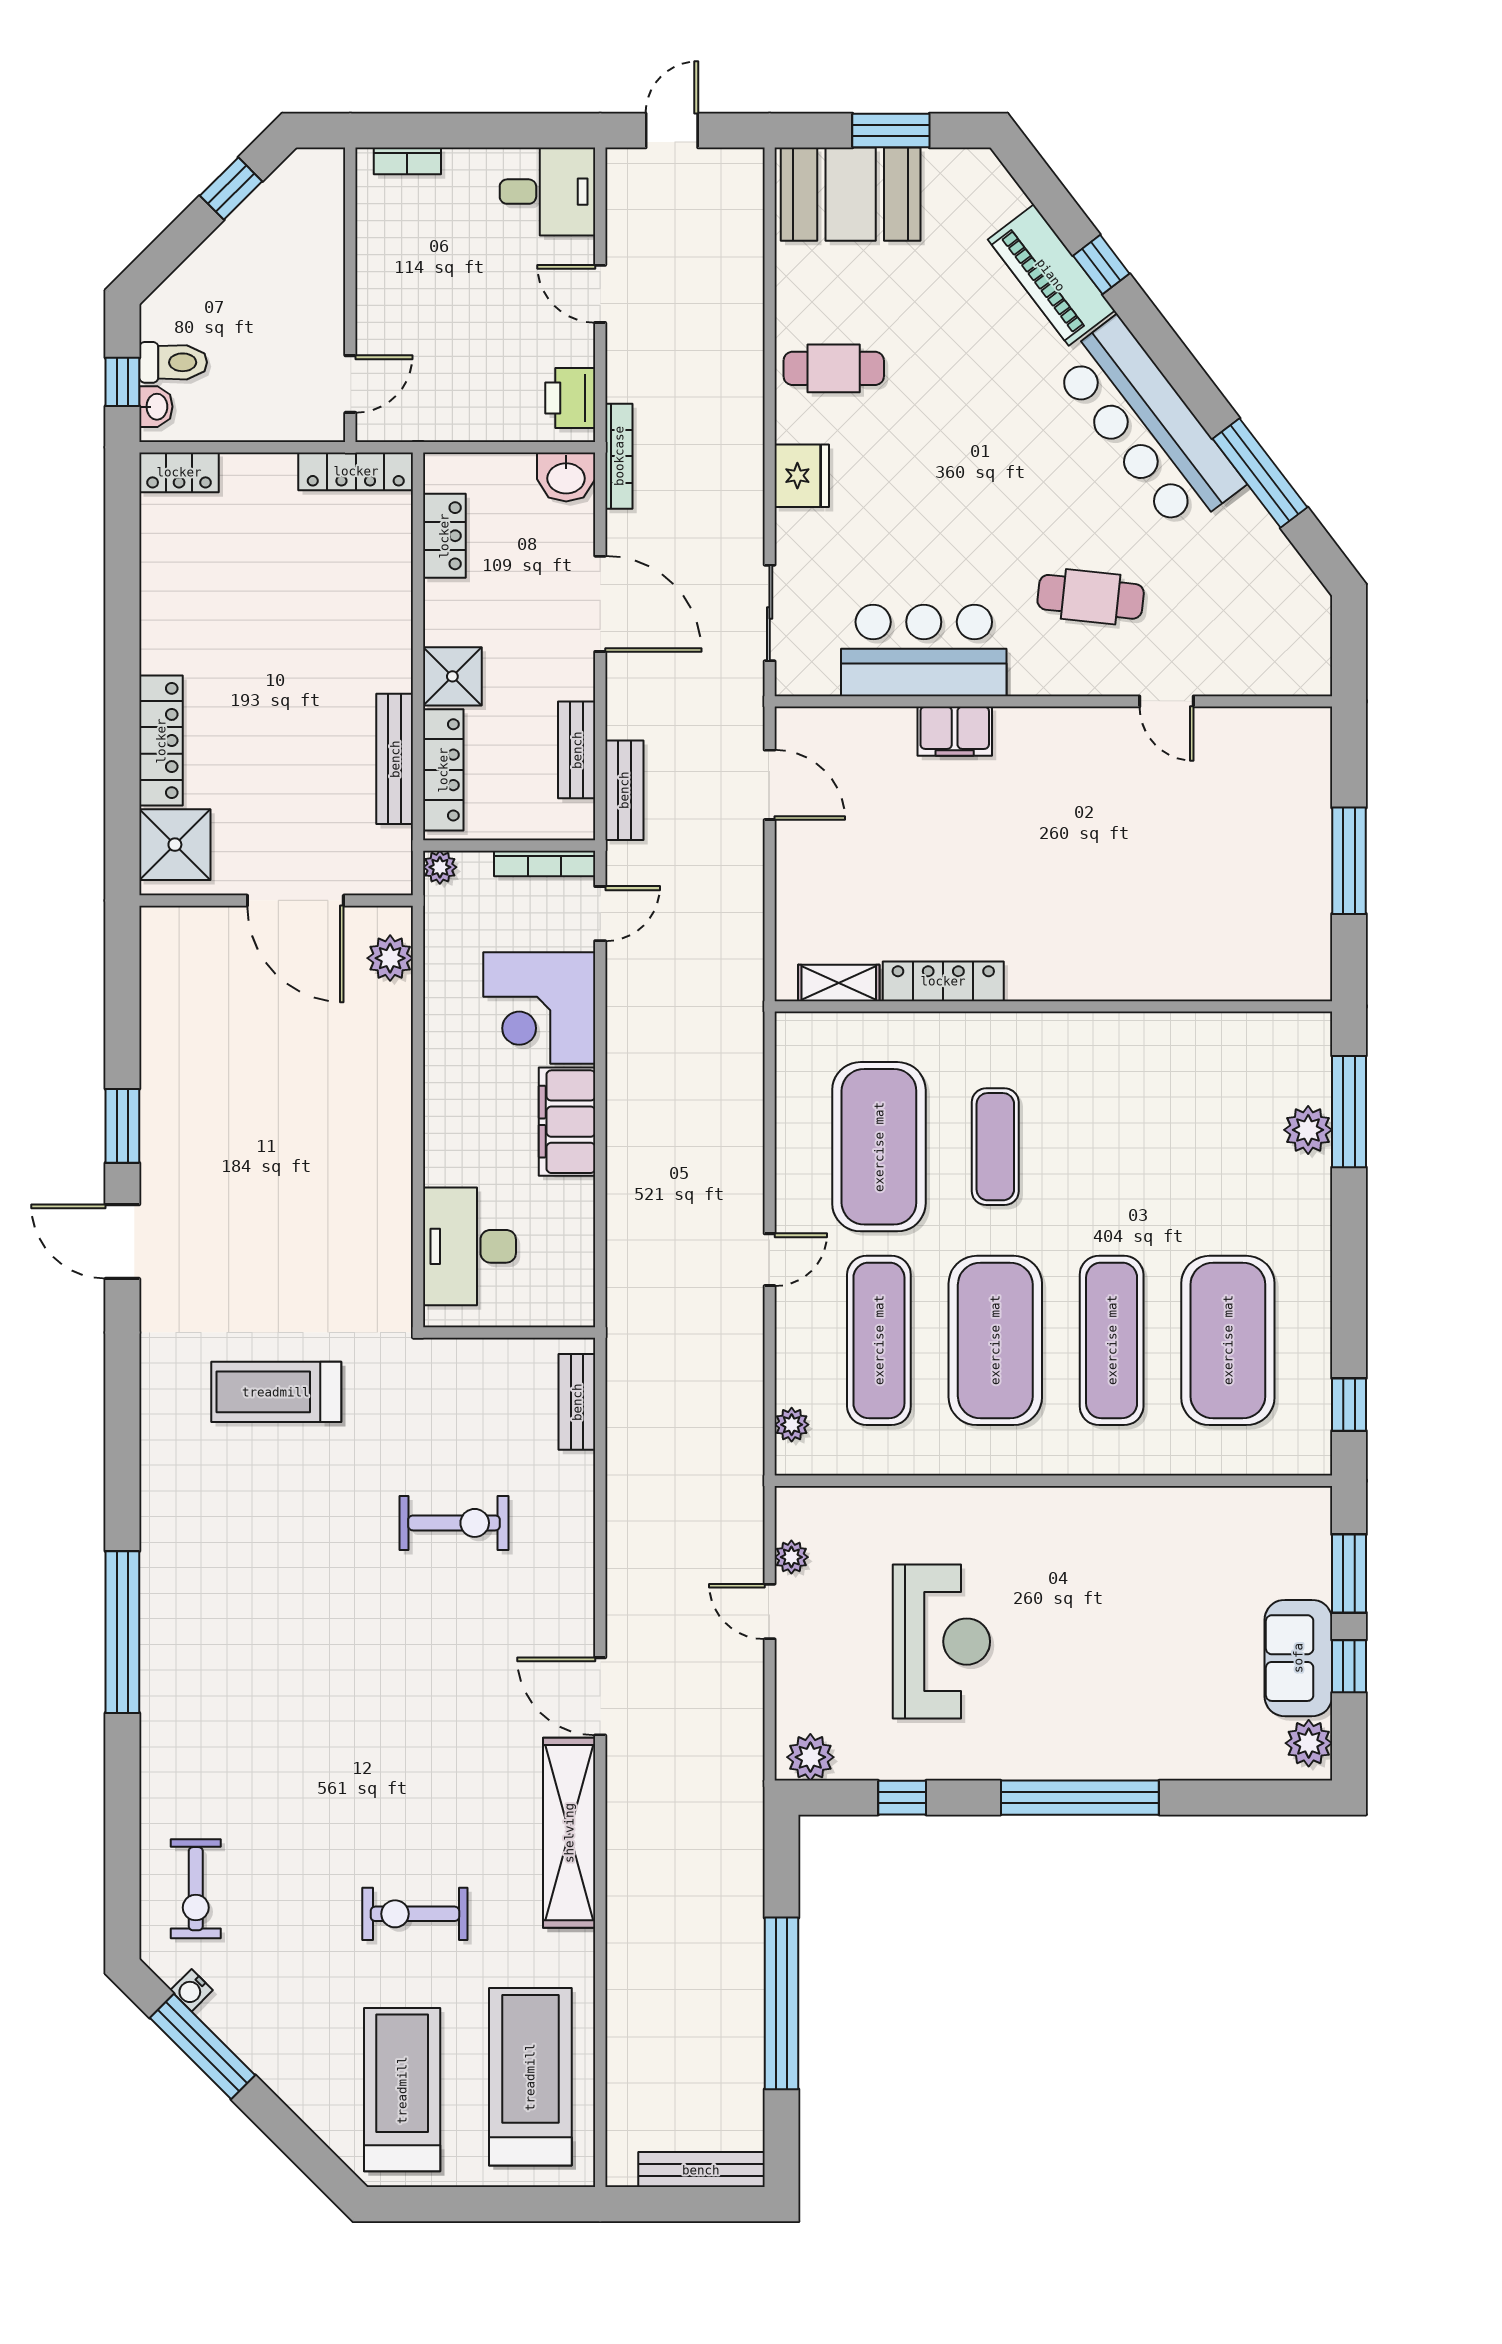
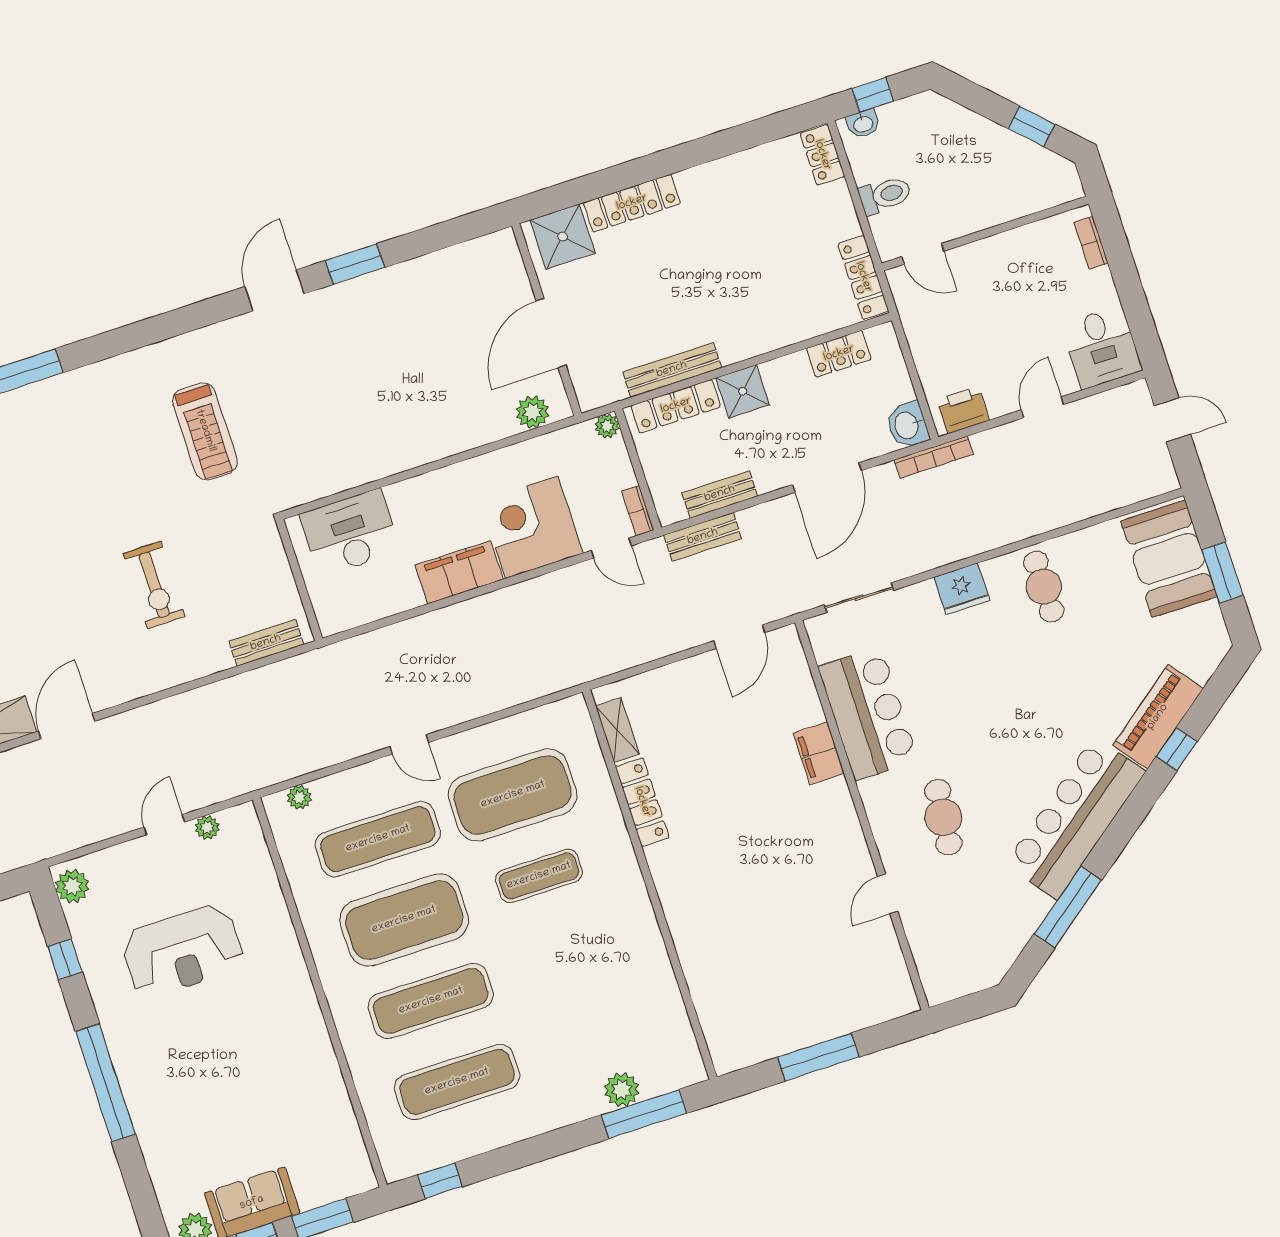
toilet: (173, 362) -> (885, 195), moved, turned -90
bookcase: (545, 863) -> (638, 511), width x0.64
exercise mat: (1228, 1340) -> (457, 1082), width x0.68
treadmill: (276, 1392) -> (205, 431), turned 180

